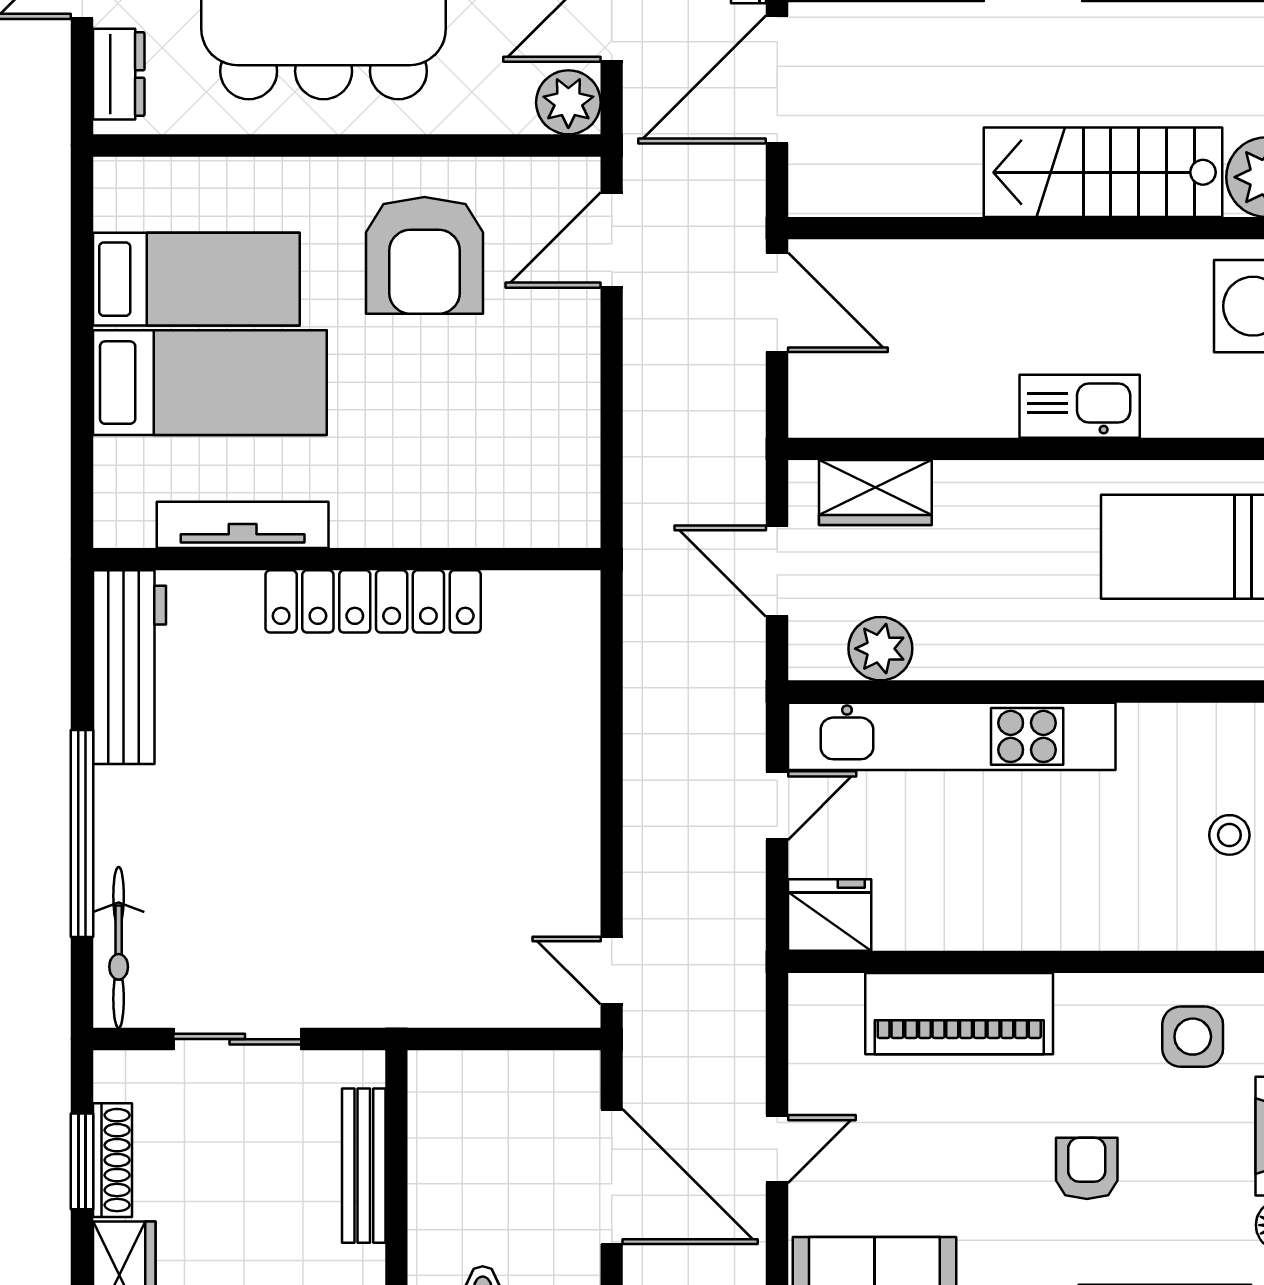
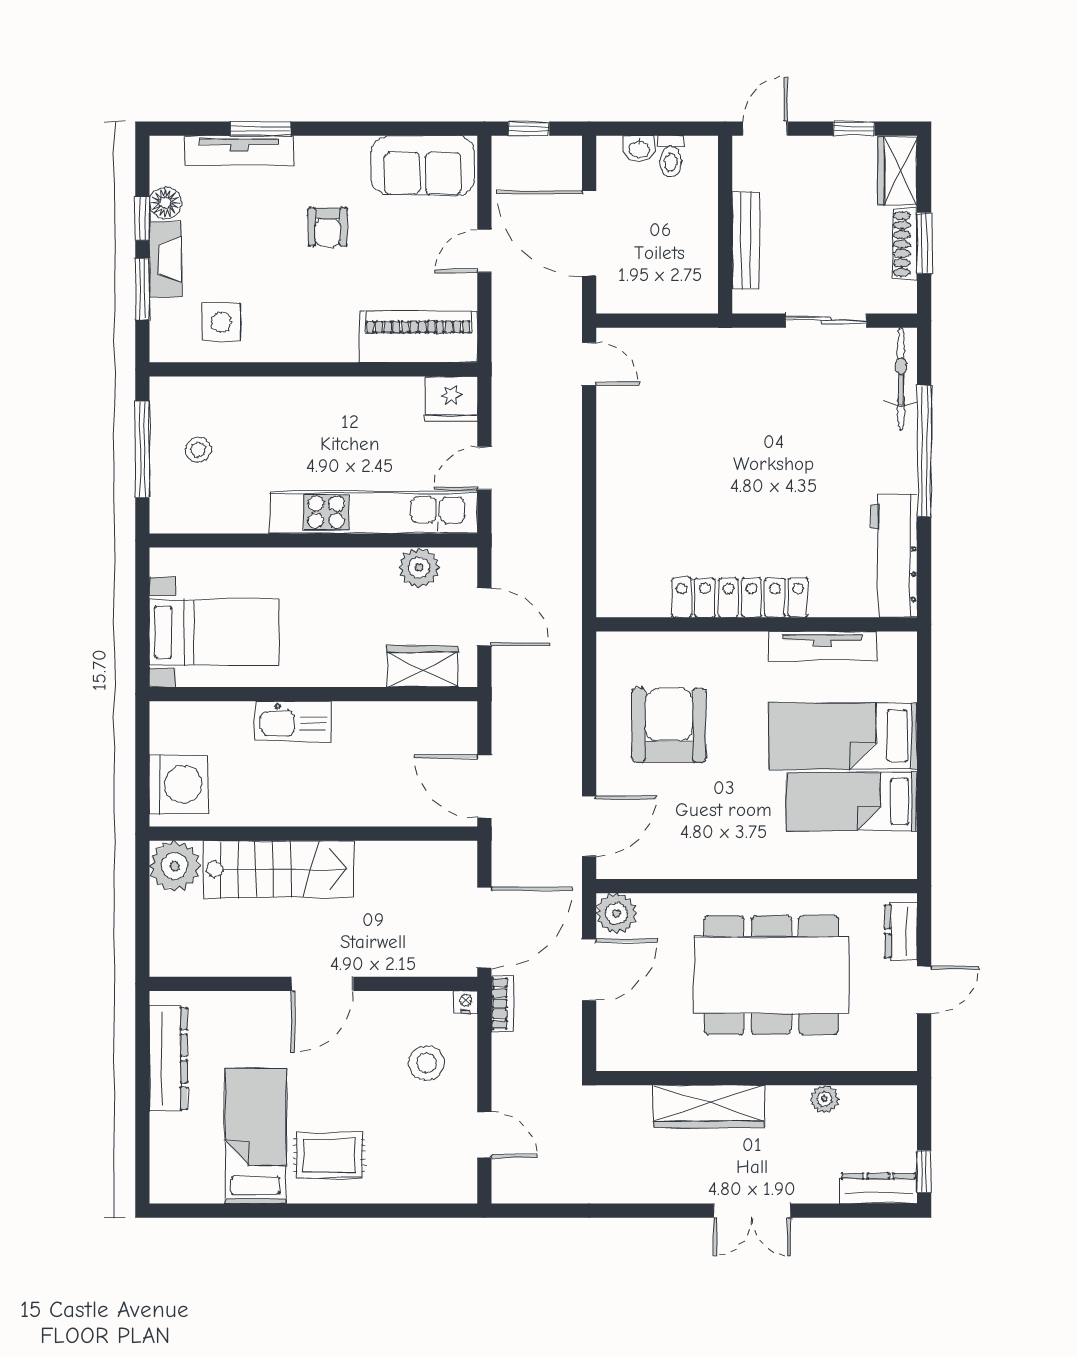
armchair: (424, 255) -> (669, 725), moved
piano: (959, 1014) -> (418, 337), moved
armchair: (1087, 1168) -> (328, 227), moved

